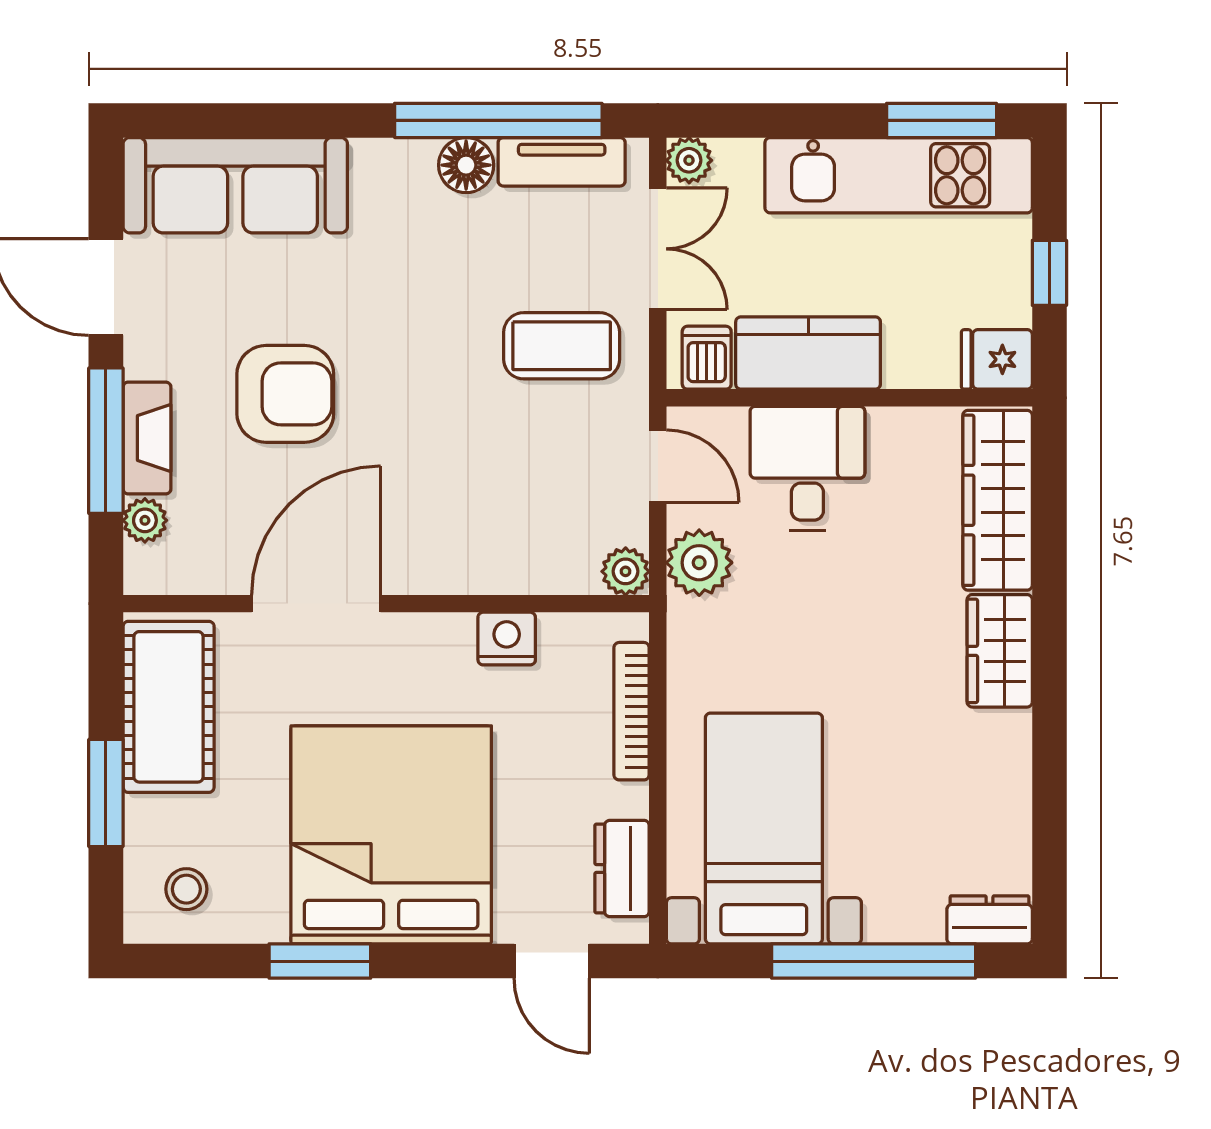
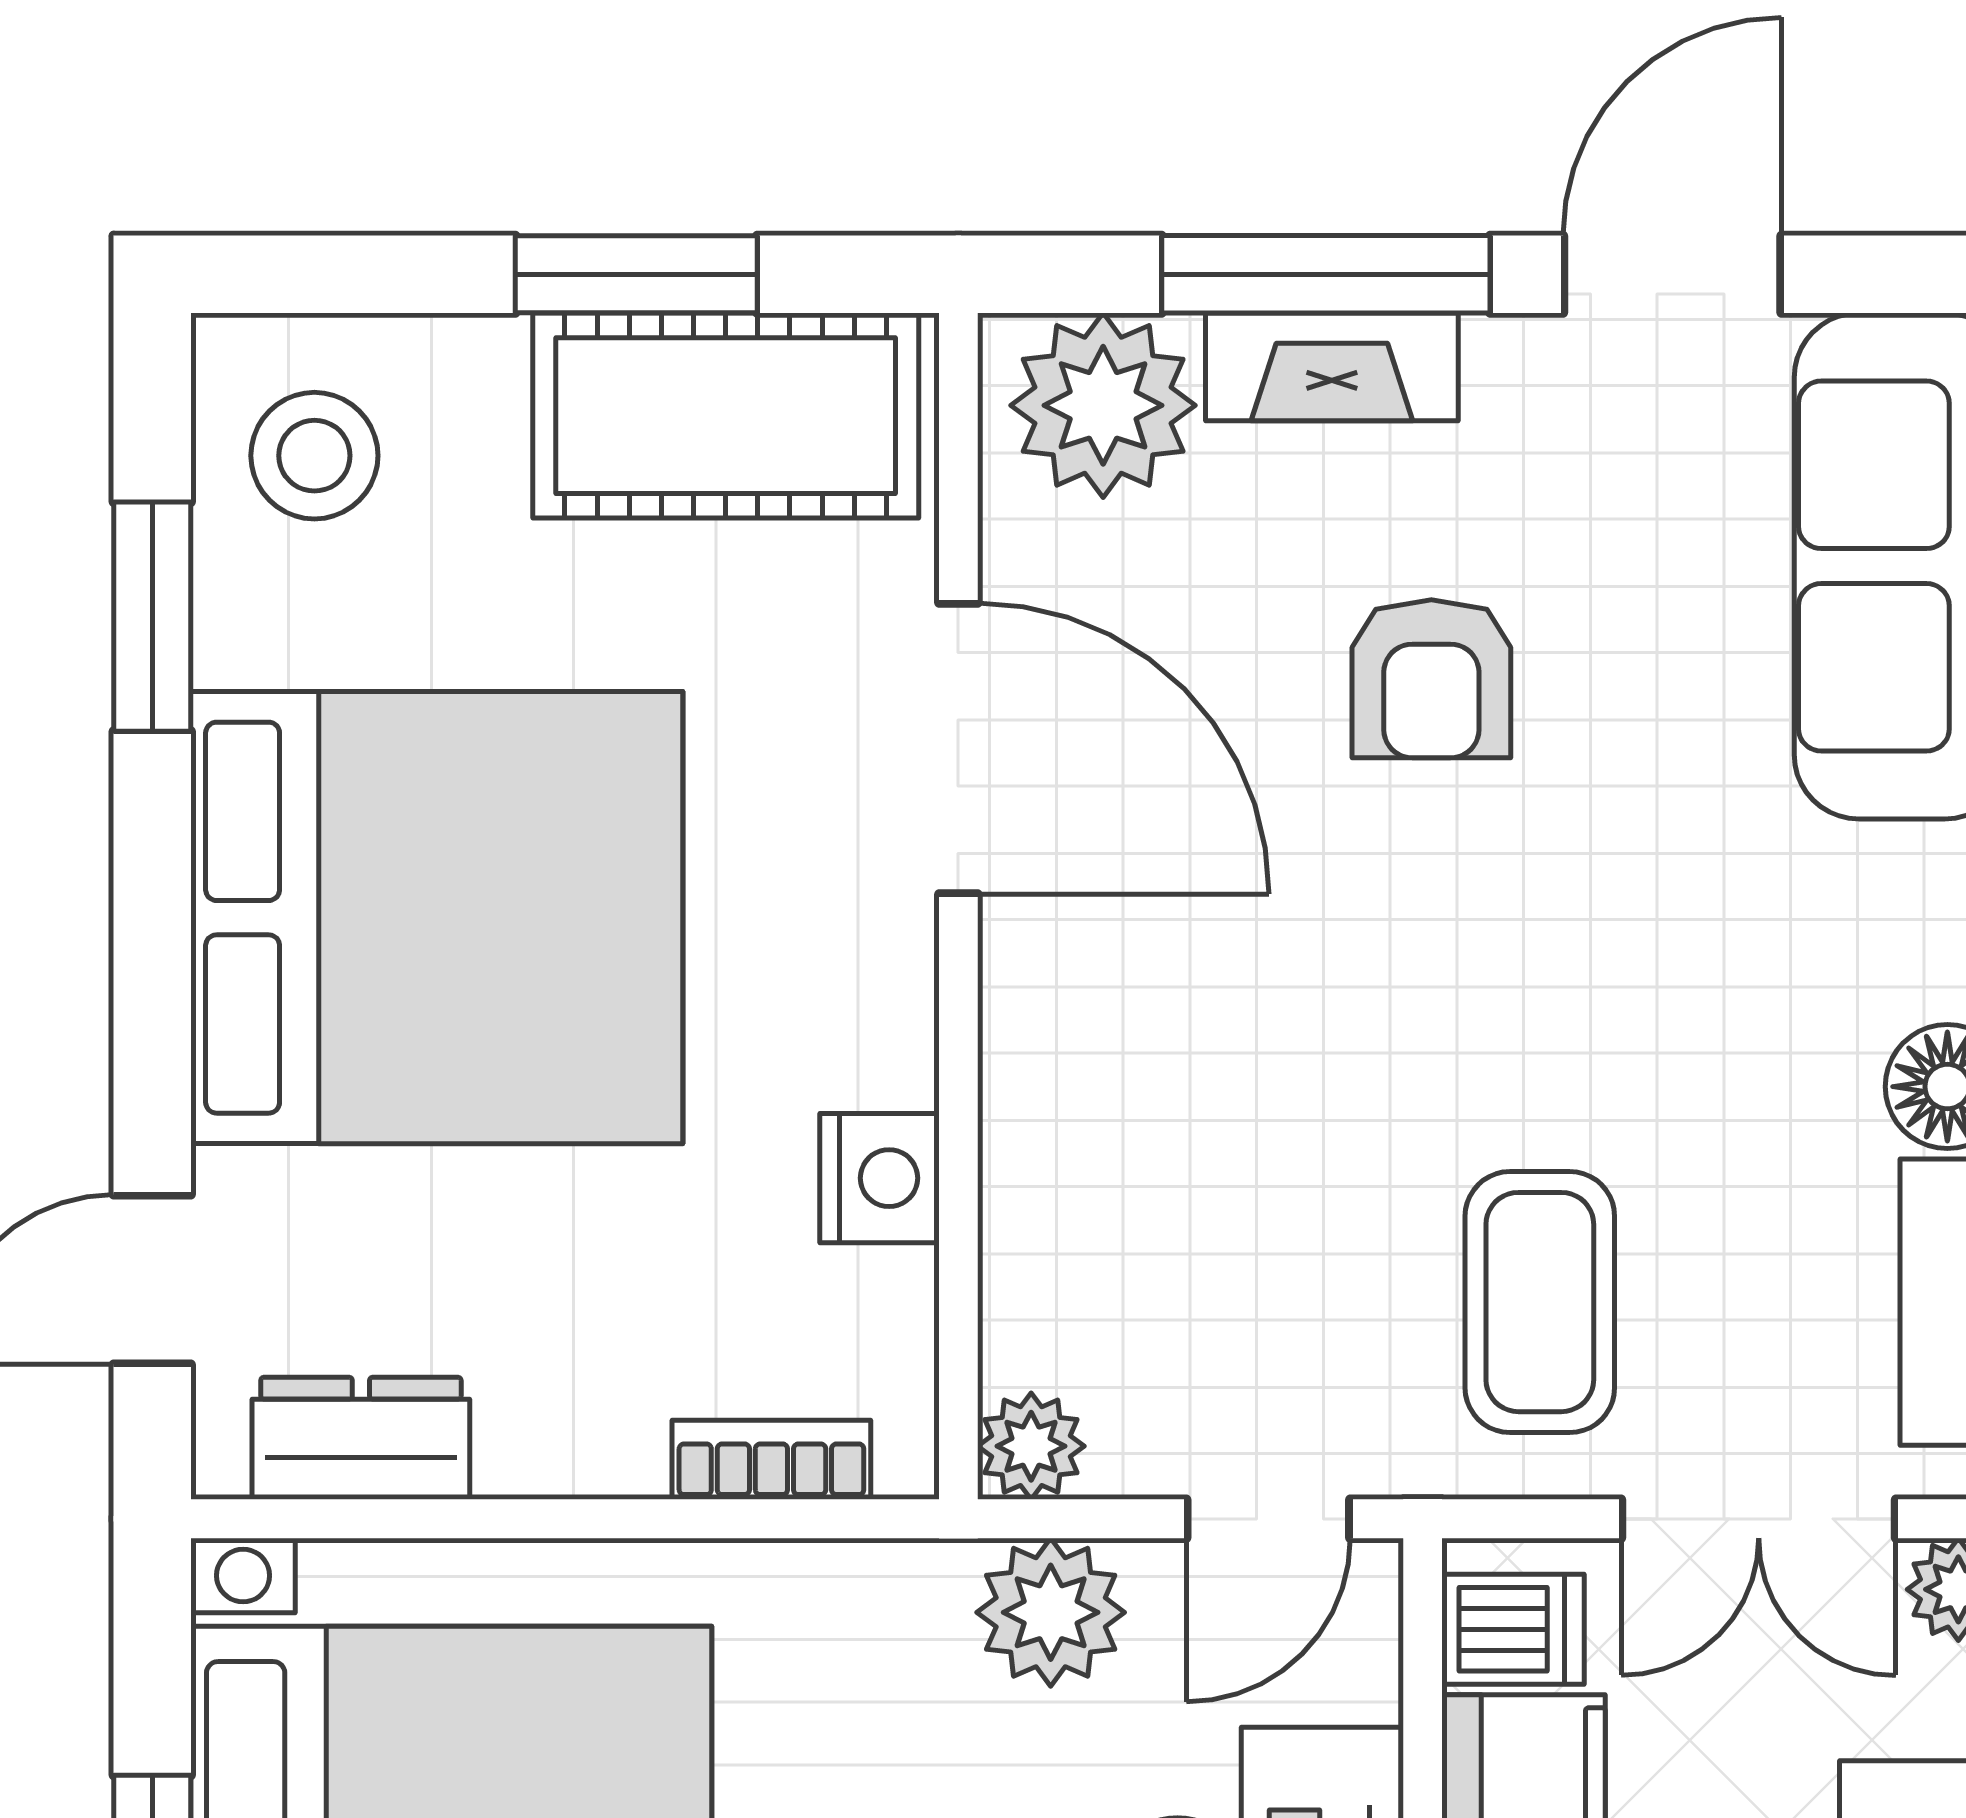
armchair: (285, 394) -> (1431, 679), width x0.72, depth x0.72
plant: (145, 520) -> (1103, 405), width x1.88, depth x1.88
bookcase: (632, 711) -> (771, 1460), width x0.64
window: (106, 793) -> (636, 274), moved
stool: (186, 889) -> (314, 456), width x1.37, depth x1.37
window: (320, 961) -> (152, 617), moved

